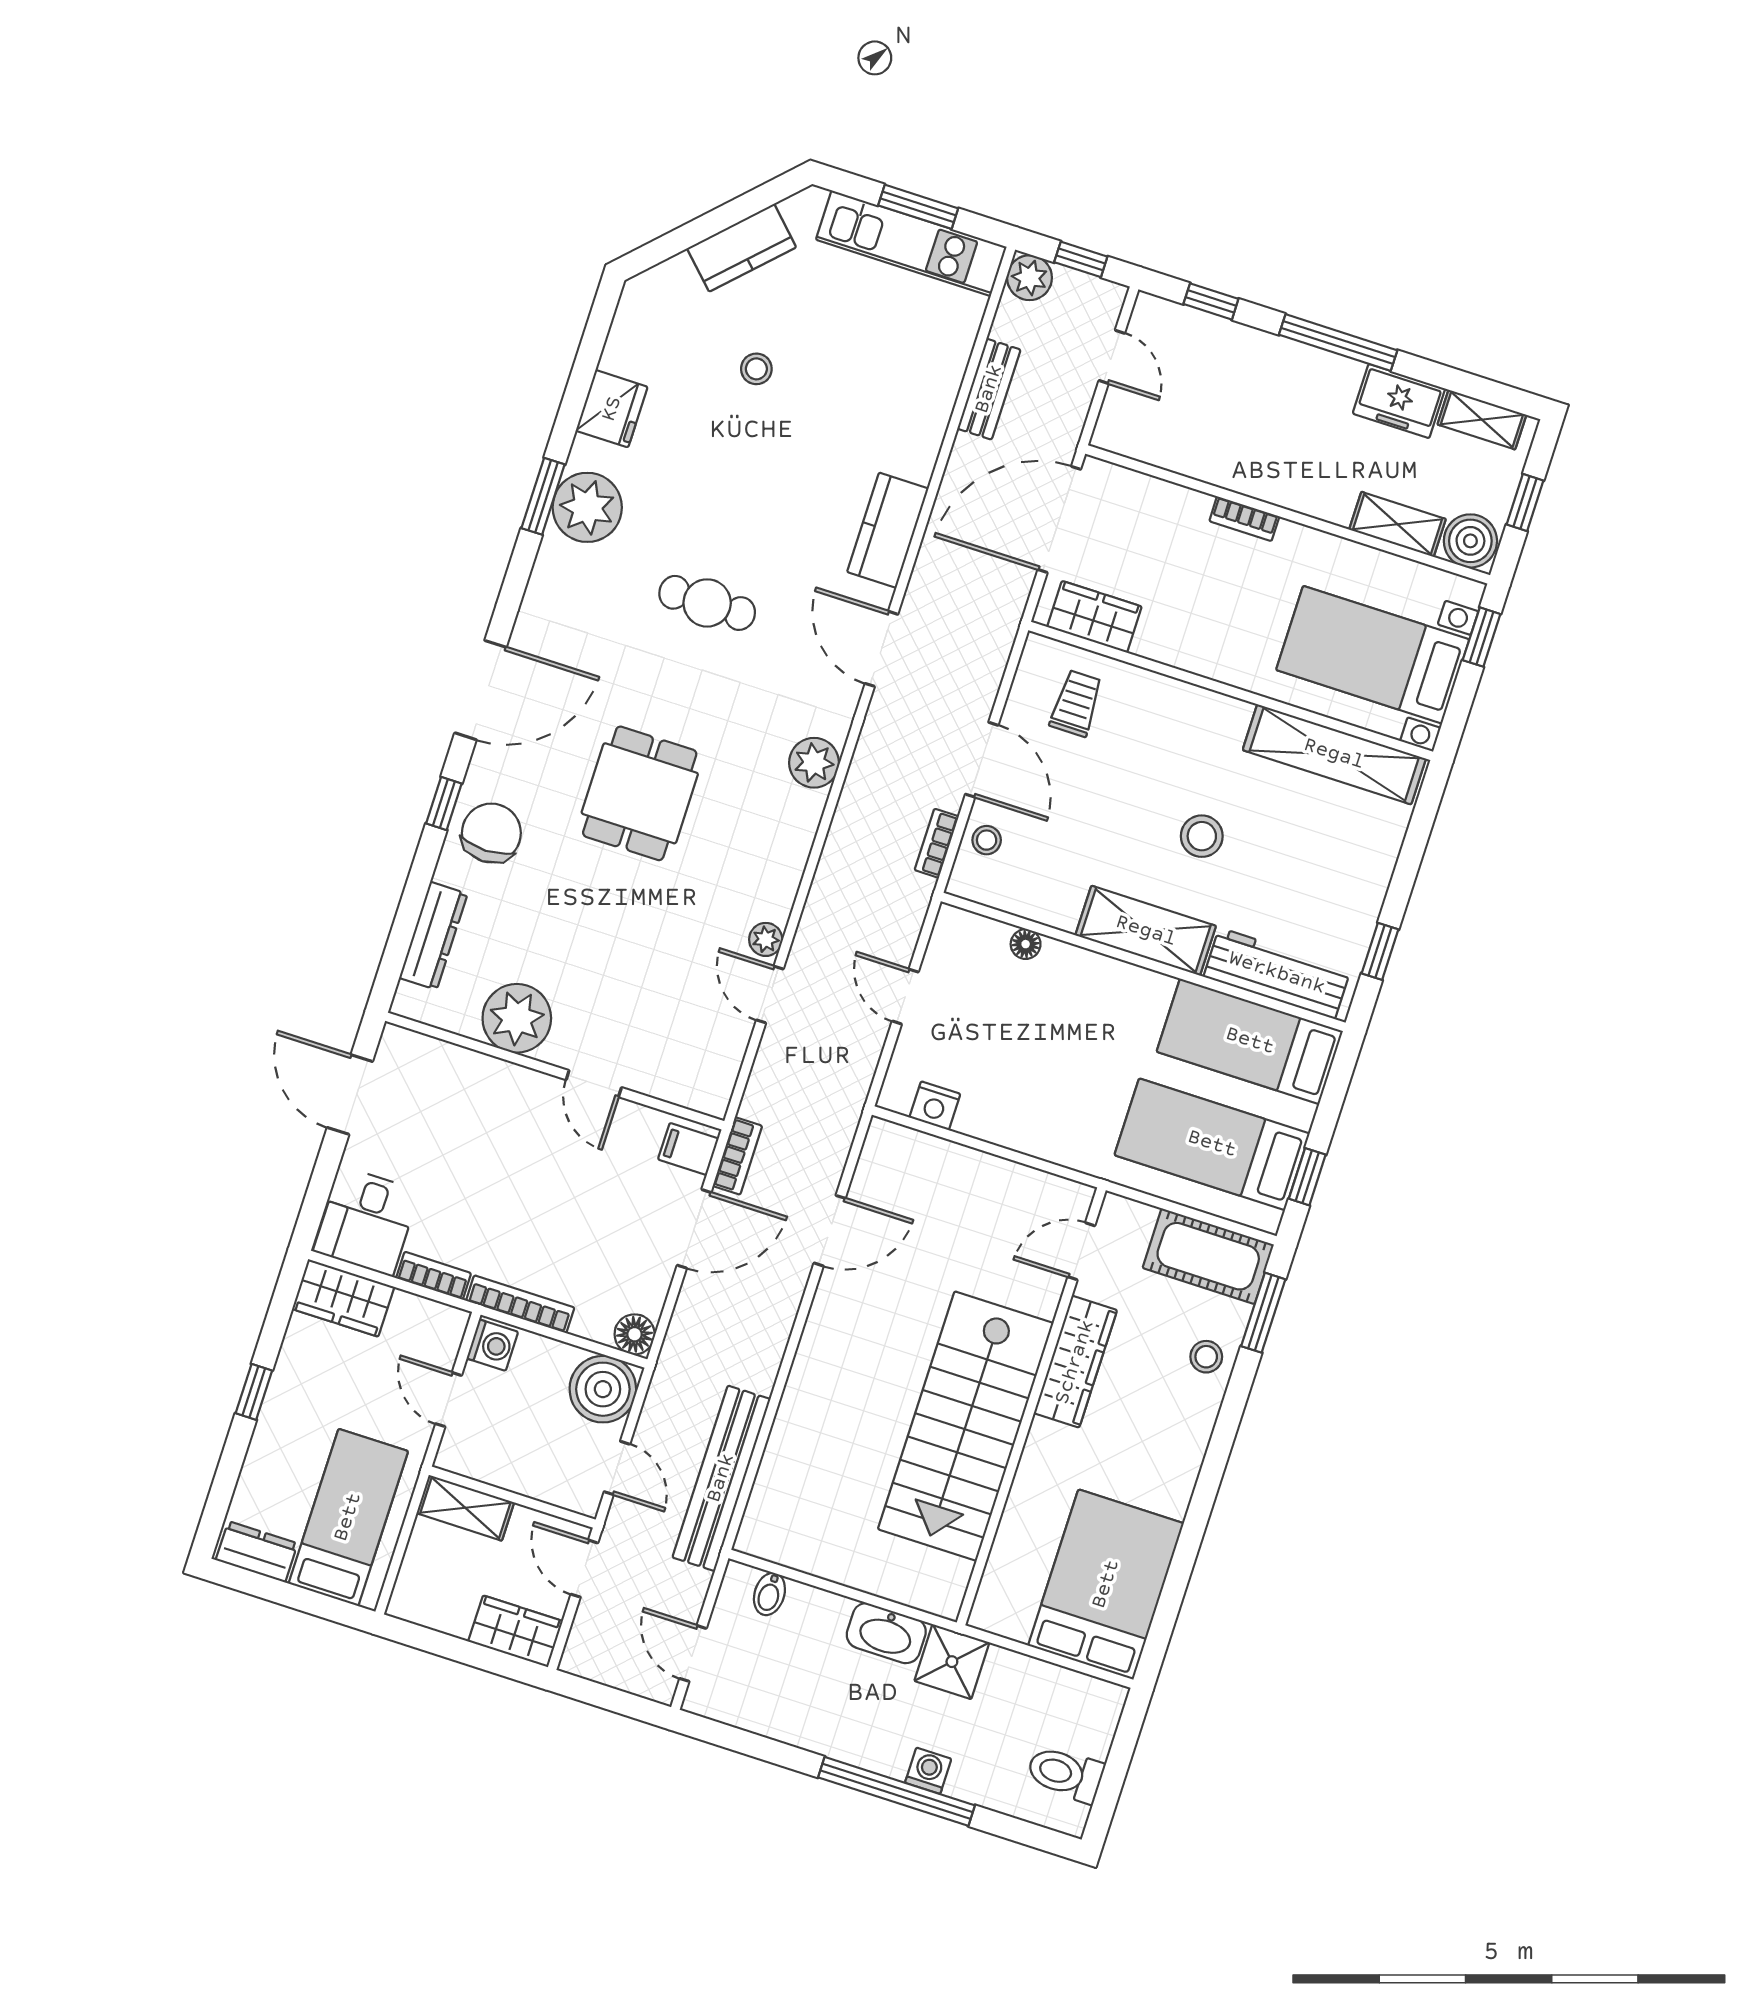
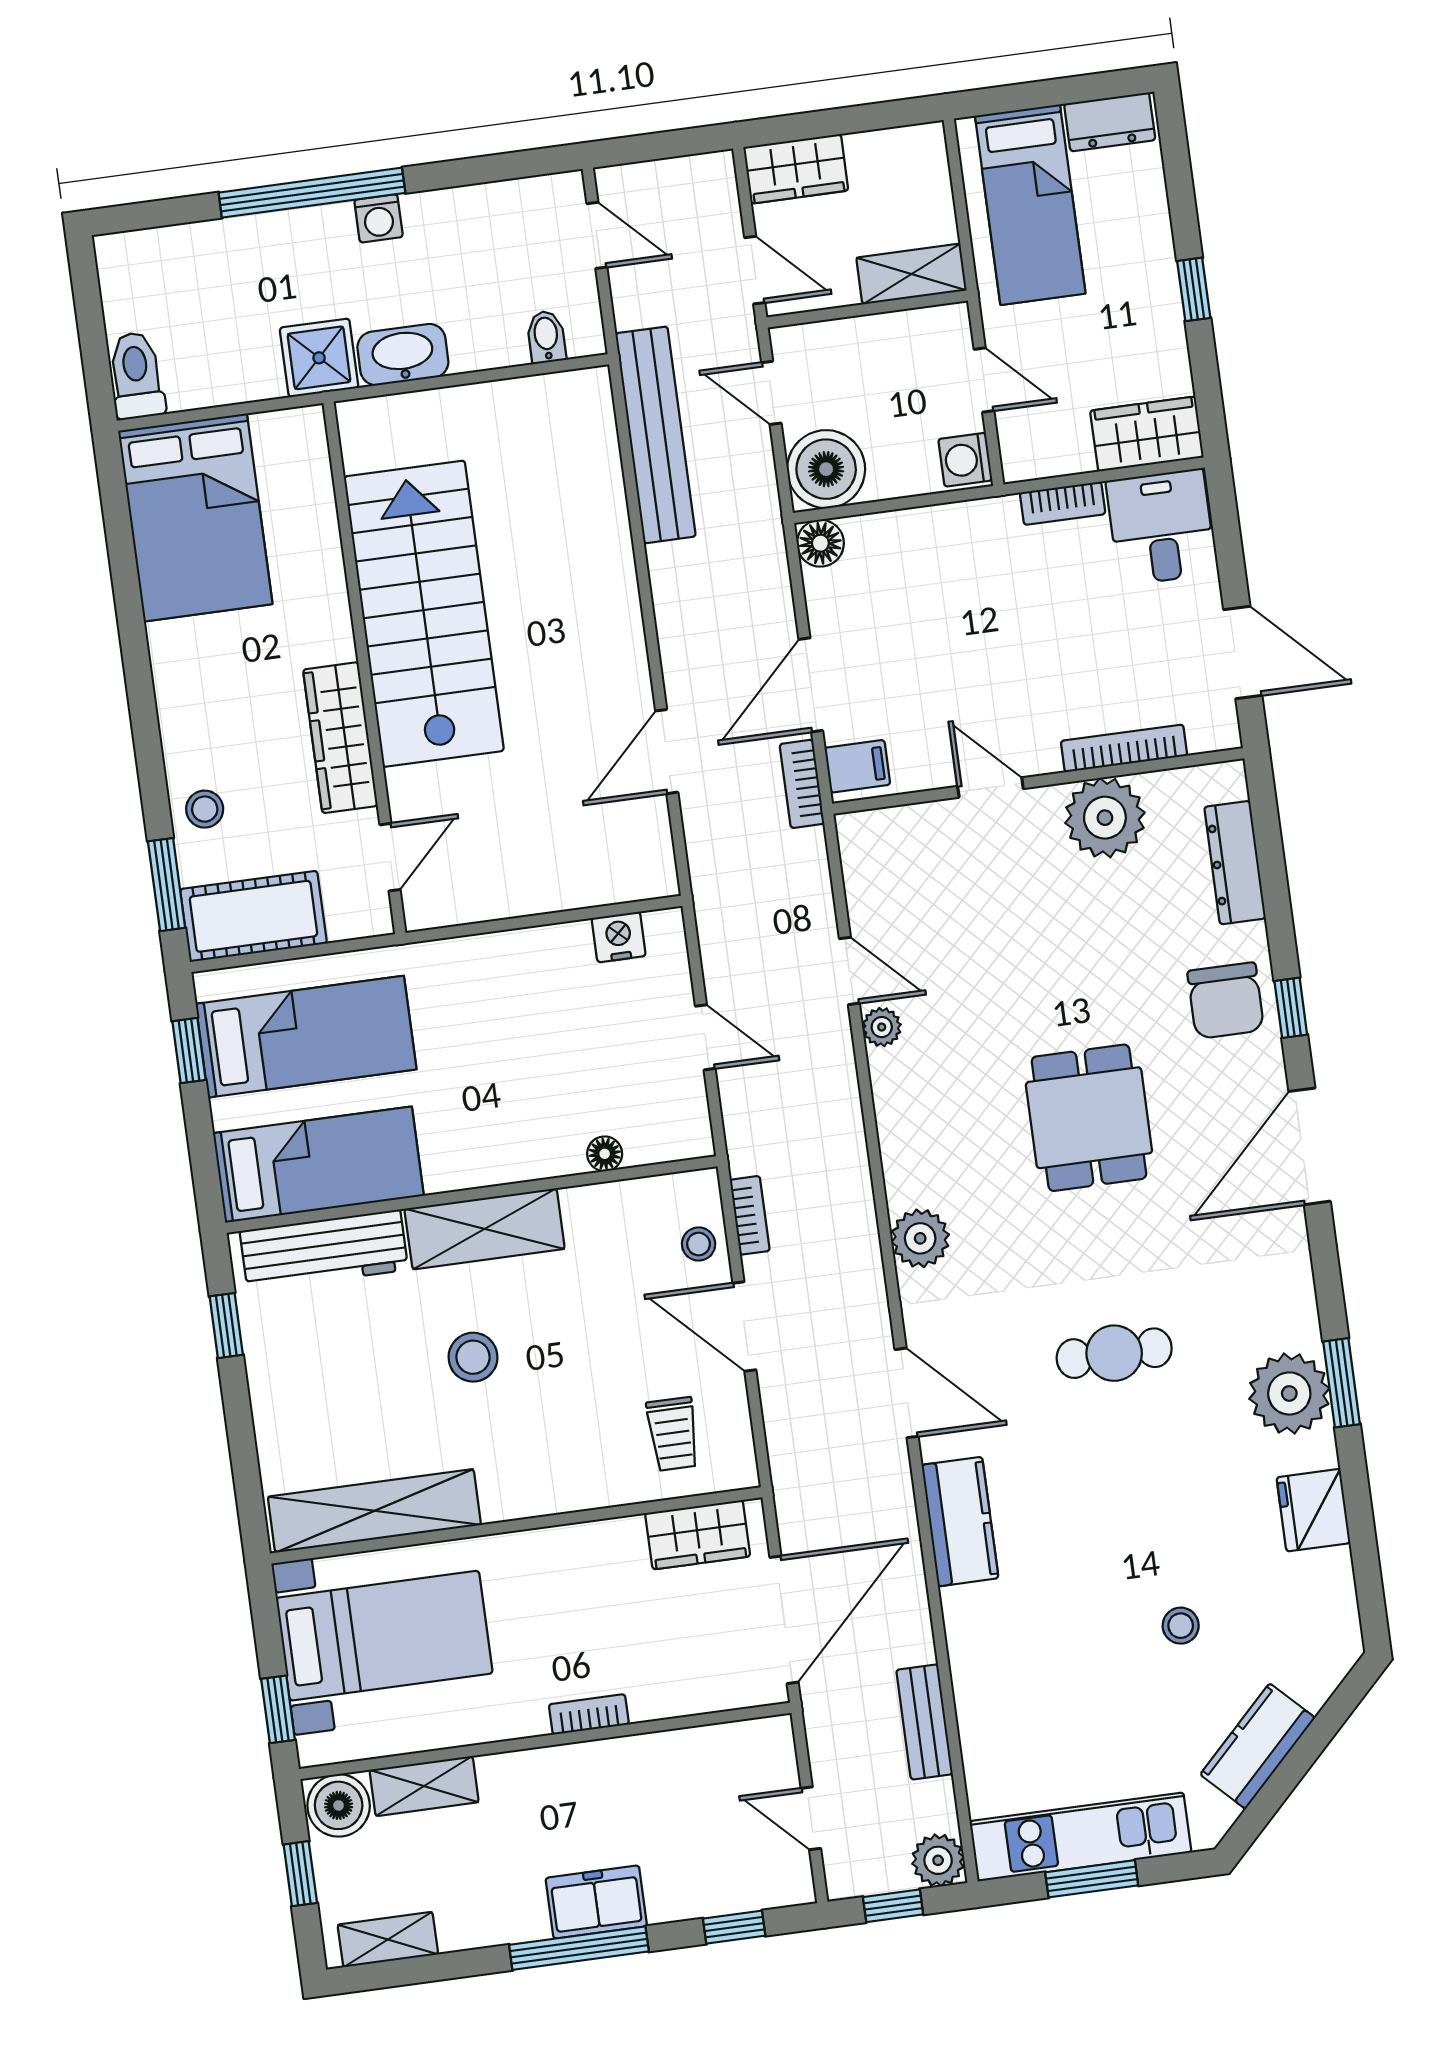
freezer: (1399, 401) -> (596, 1902), moved
bookcase: (520, 1304) -> (1124, 748), moved, turned 180
washing machine: (928, 1771) -> (379, 218), moved
toilet: (1065, 1774) -> (136, 375), moved, turned -90

